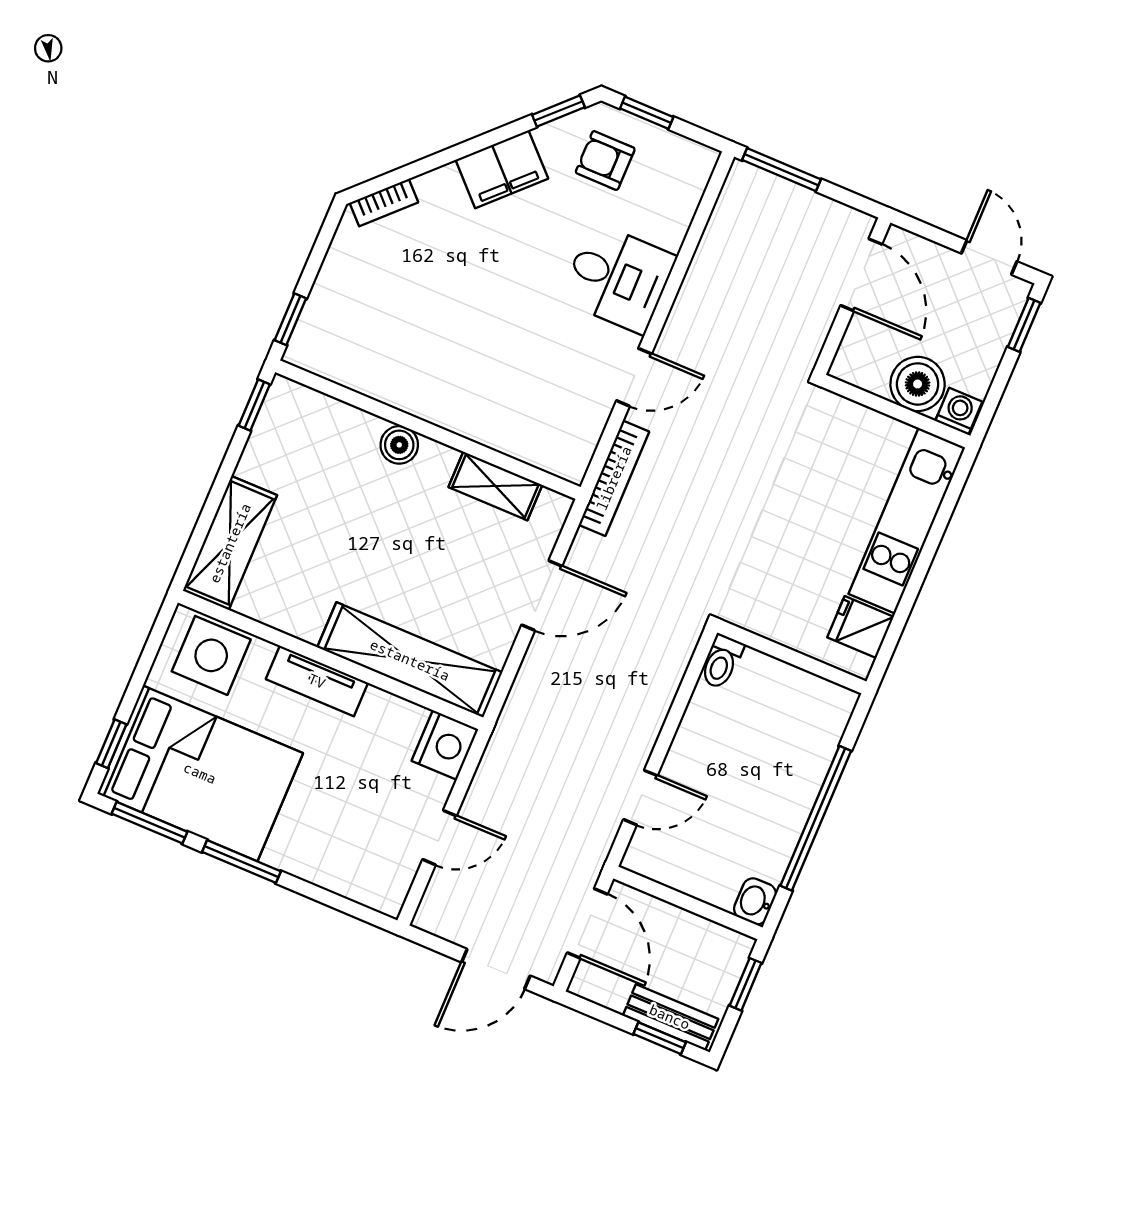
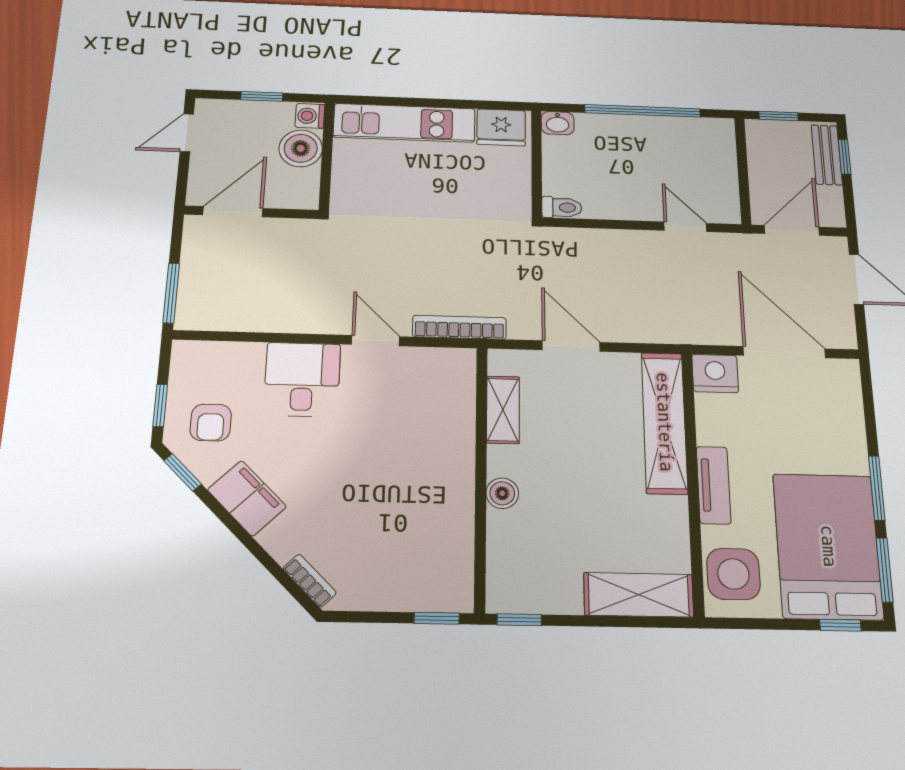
window: (1024, 325) -> (262, 96), moved
fridge: (860, 627) -> (501, 127), width x1.38
door: (439, 838) -> (784, 352), width x1.87
washbasin: (755, 901) -> (558, 123), moved

